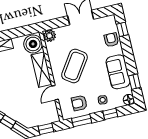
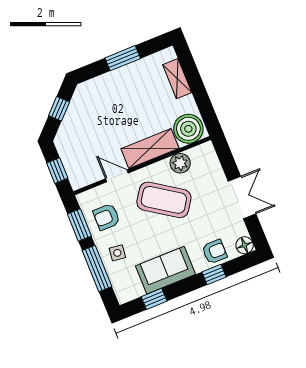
window: (122, 29) -> (214, 275), moved
plant: (50, 36) -> (180, 163), moved
floor lamp: (129, 100) -> (245, 245), moved
armchair: (79, 103) -> (106, 217), turned -90
window: (110, 114) -> (97, 268), width x2.17

